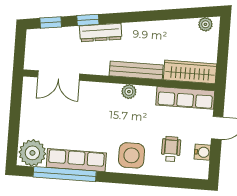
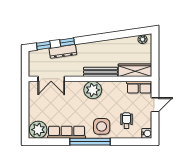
dresser: (101, 33) -> (63, 51), moved
plant: (129, 92) -> (93, 90), width x1.87, depth x1.87
row of seats: (185, 98) -> (139, 87), width x0.68
water cooler: (202, 152) -> (147, 133), moved
window: (65, 174) -> (90, 142), moved

